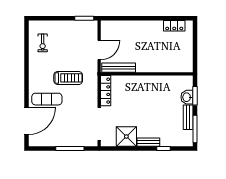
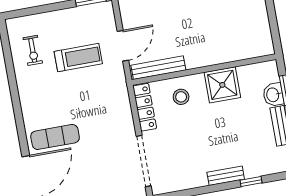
treadmill: (68, 78) -> (78, 58), moved
stool: (130, 88) -> (181, 97), added
shower: (126, 137) -> (222, 85), moved

